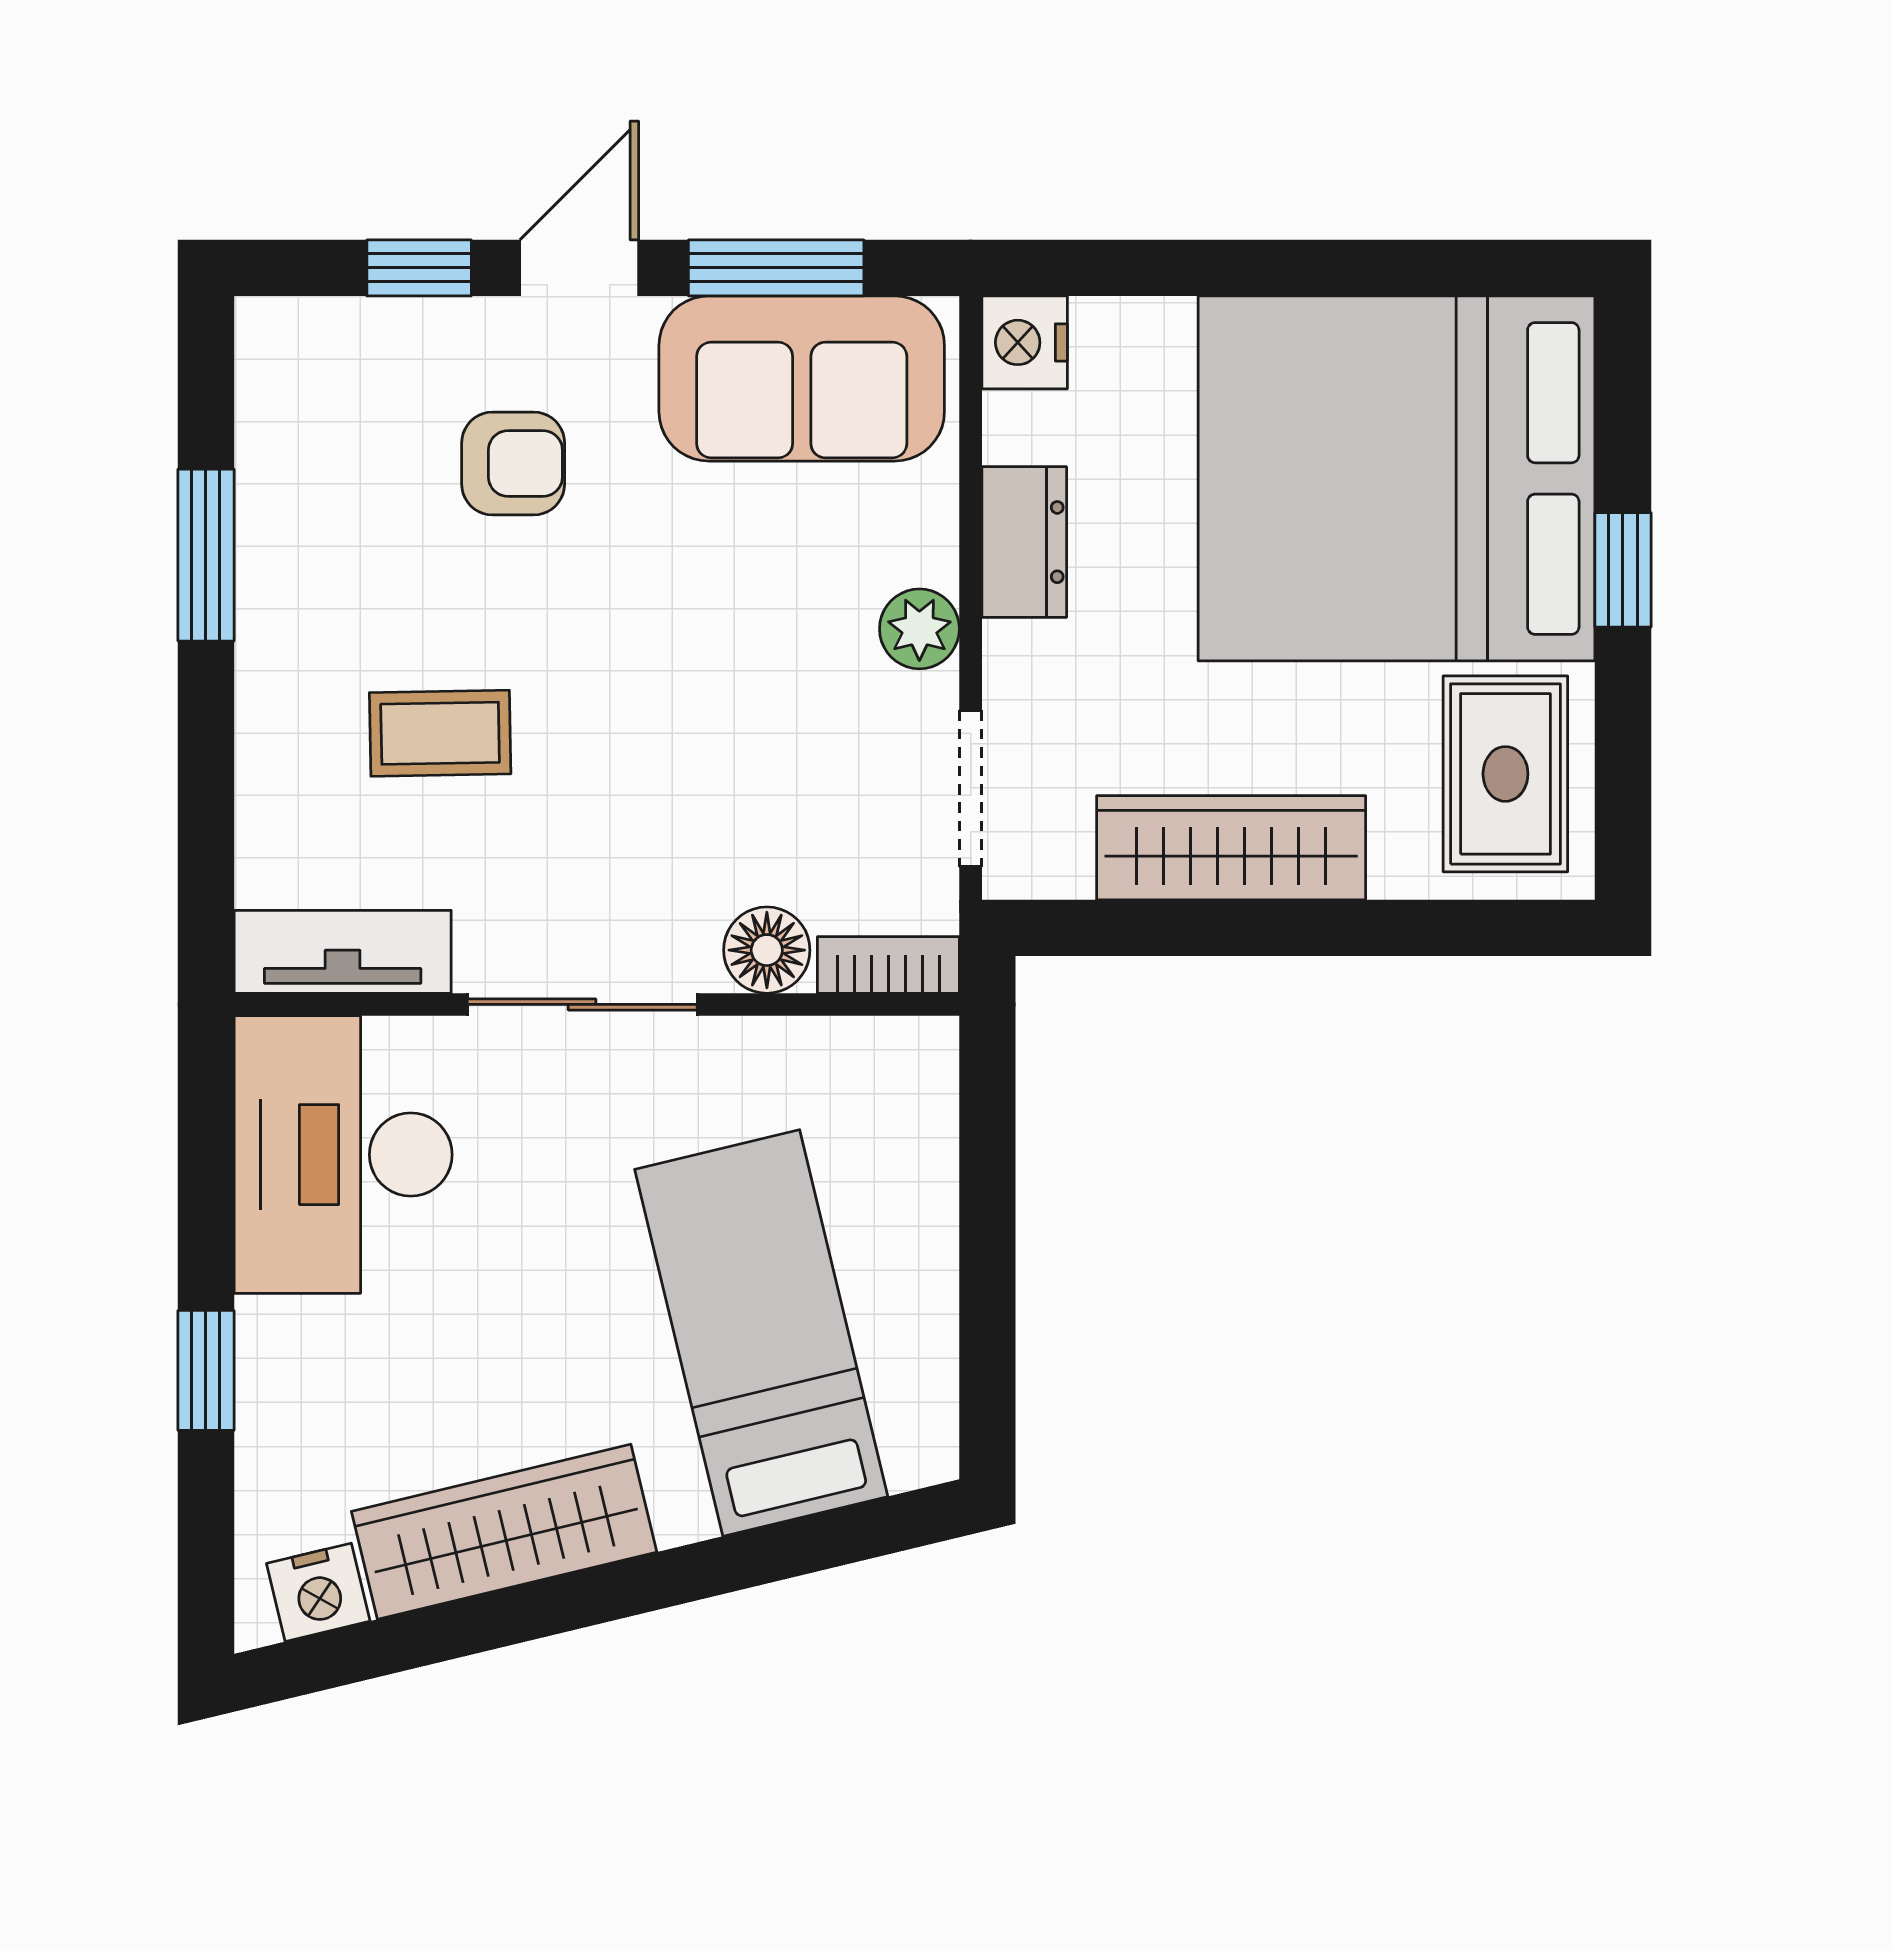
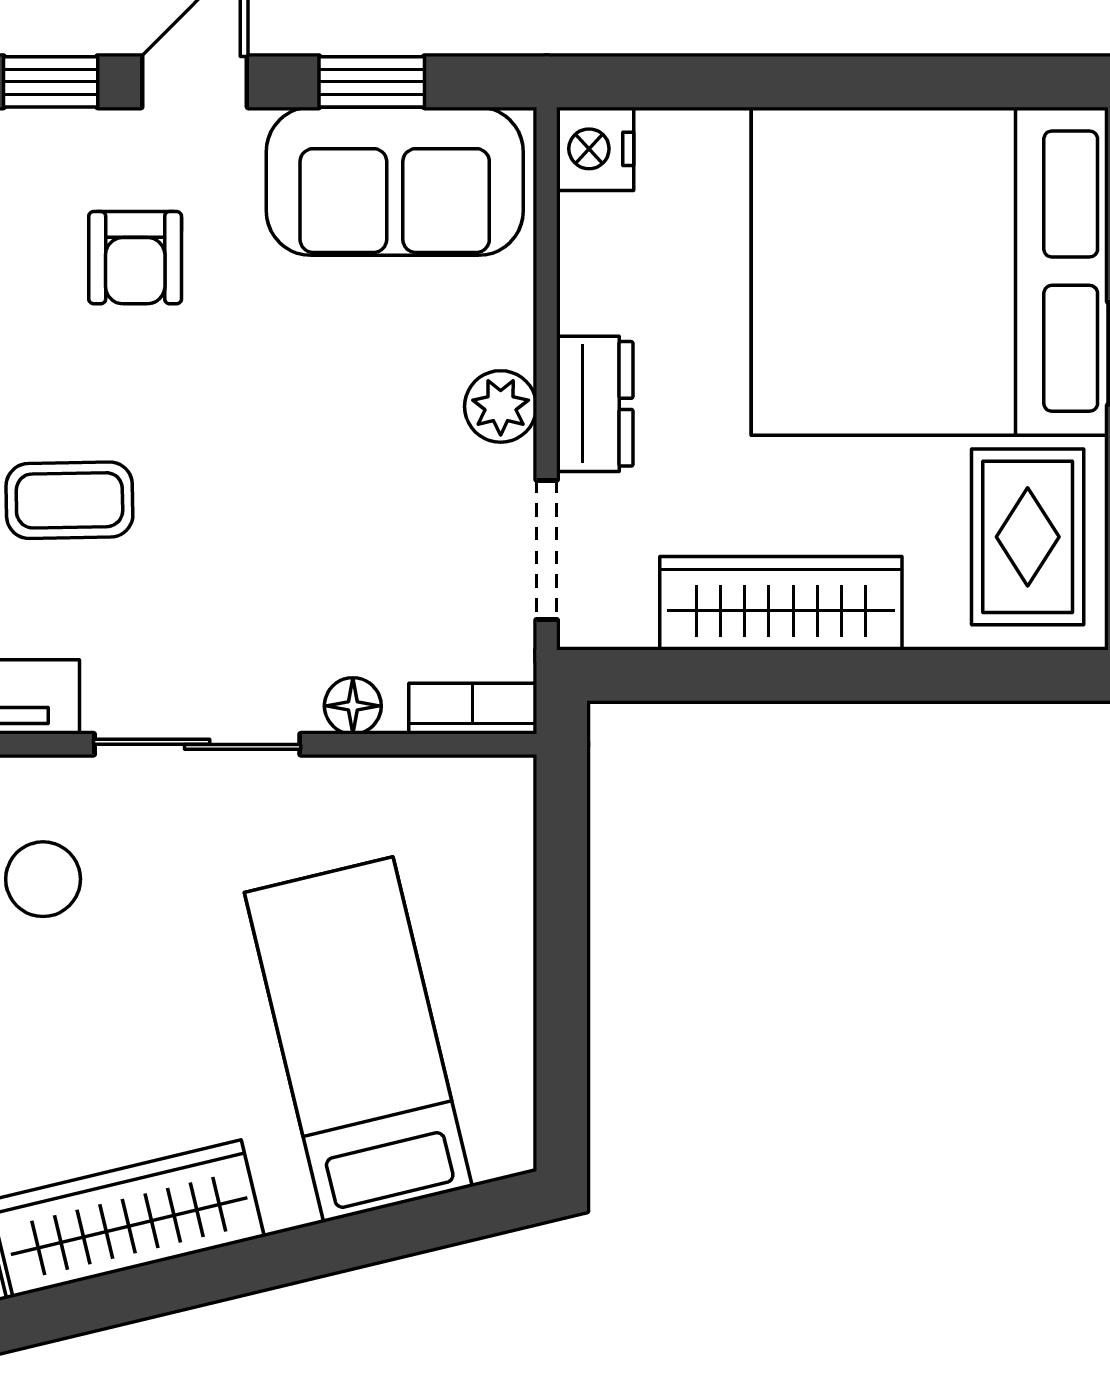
window: (776, 268) -> (372, 82), width x0.67
armchair: (513, 464) -> (135, 258), turned 90
dresser: (1024, 542) -> (595, 404), moved
floor lamp: (767, 950) -> (353, 706), width x0.73, depth x0.73

